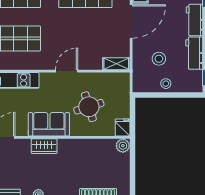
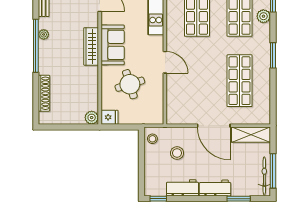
shelving: (116, 64) -> (172, 111), removed
stool: (166, 84) -> (152, 139), moved
wardrobe: (44, 146) -> (91, 46), width x1.50

